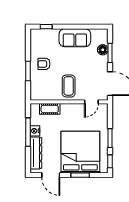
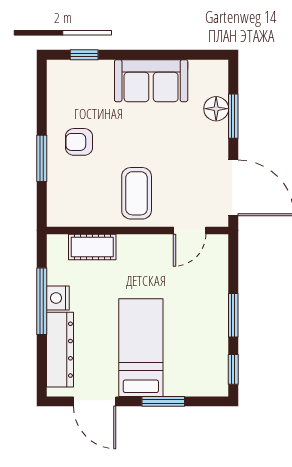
bed: (80, 152) -> (141, 348), width x0.49

